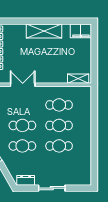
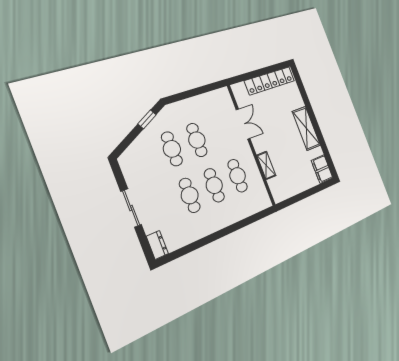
shelving: (78, 79) -> (266, 165), moved
dresser: (26, 180) -> (157, 245), moved

